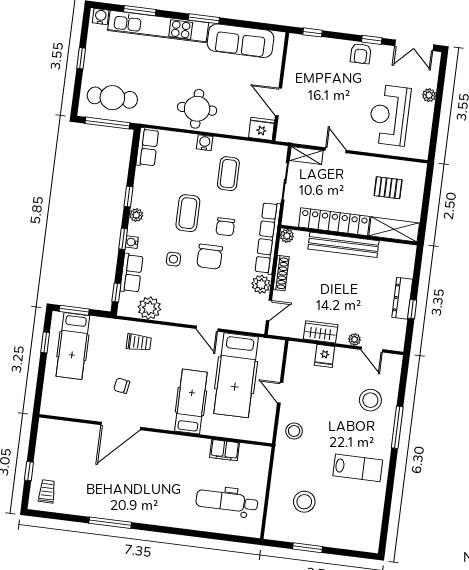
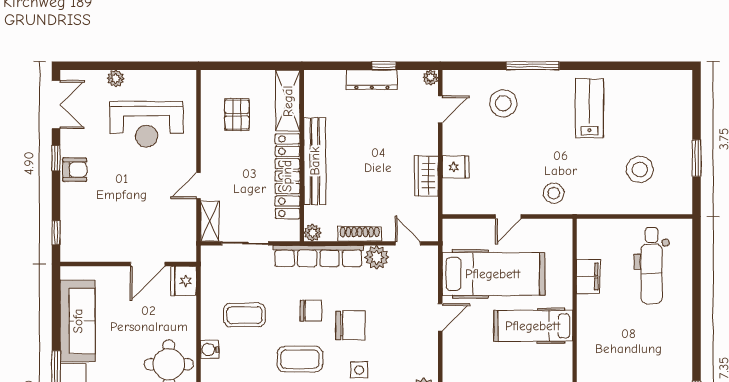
plant: (355, 339) -> (431, 78), moved

